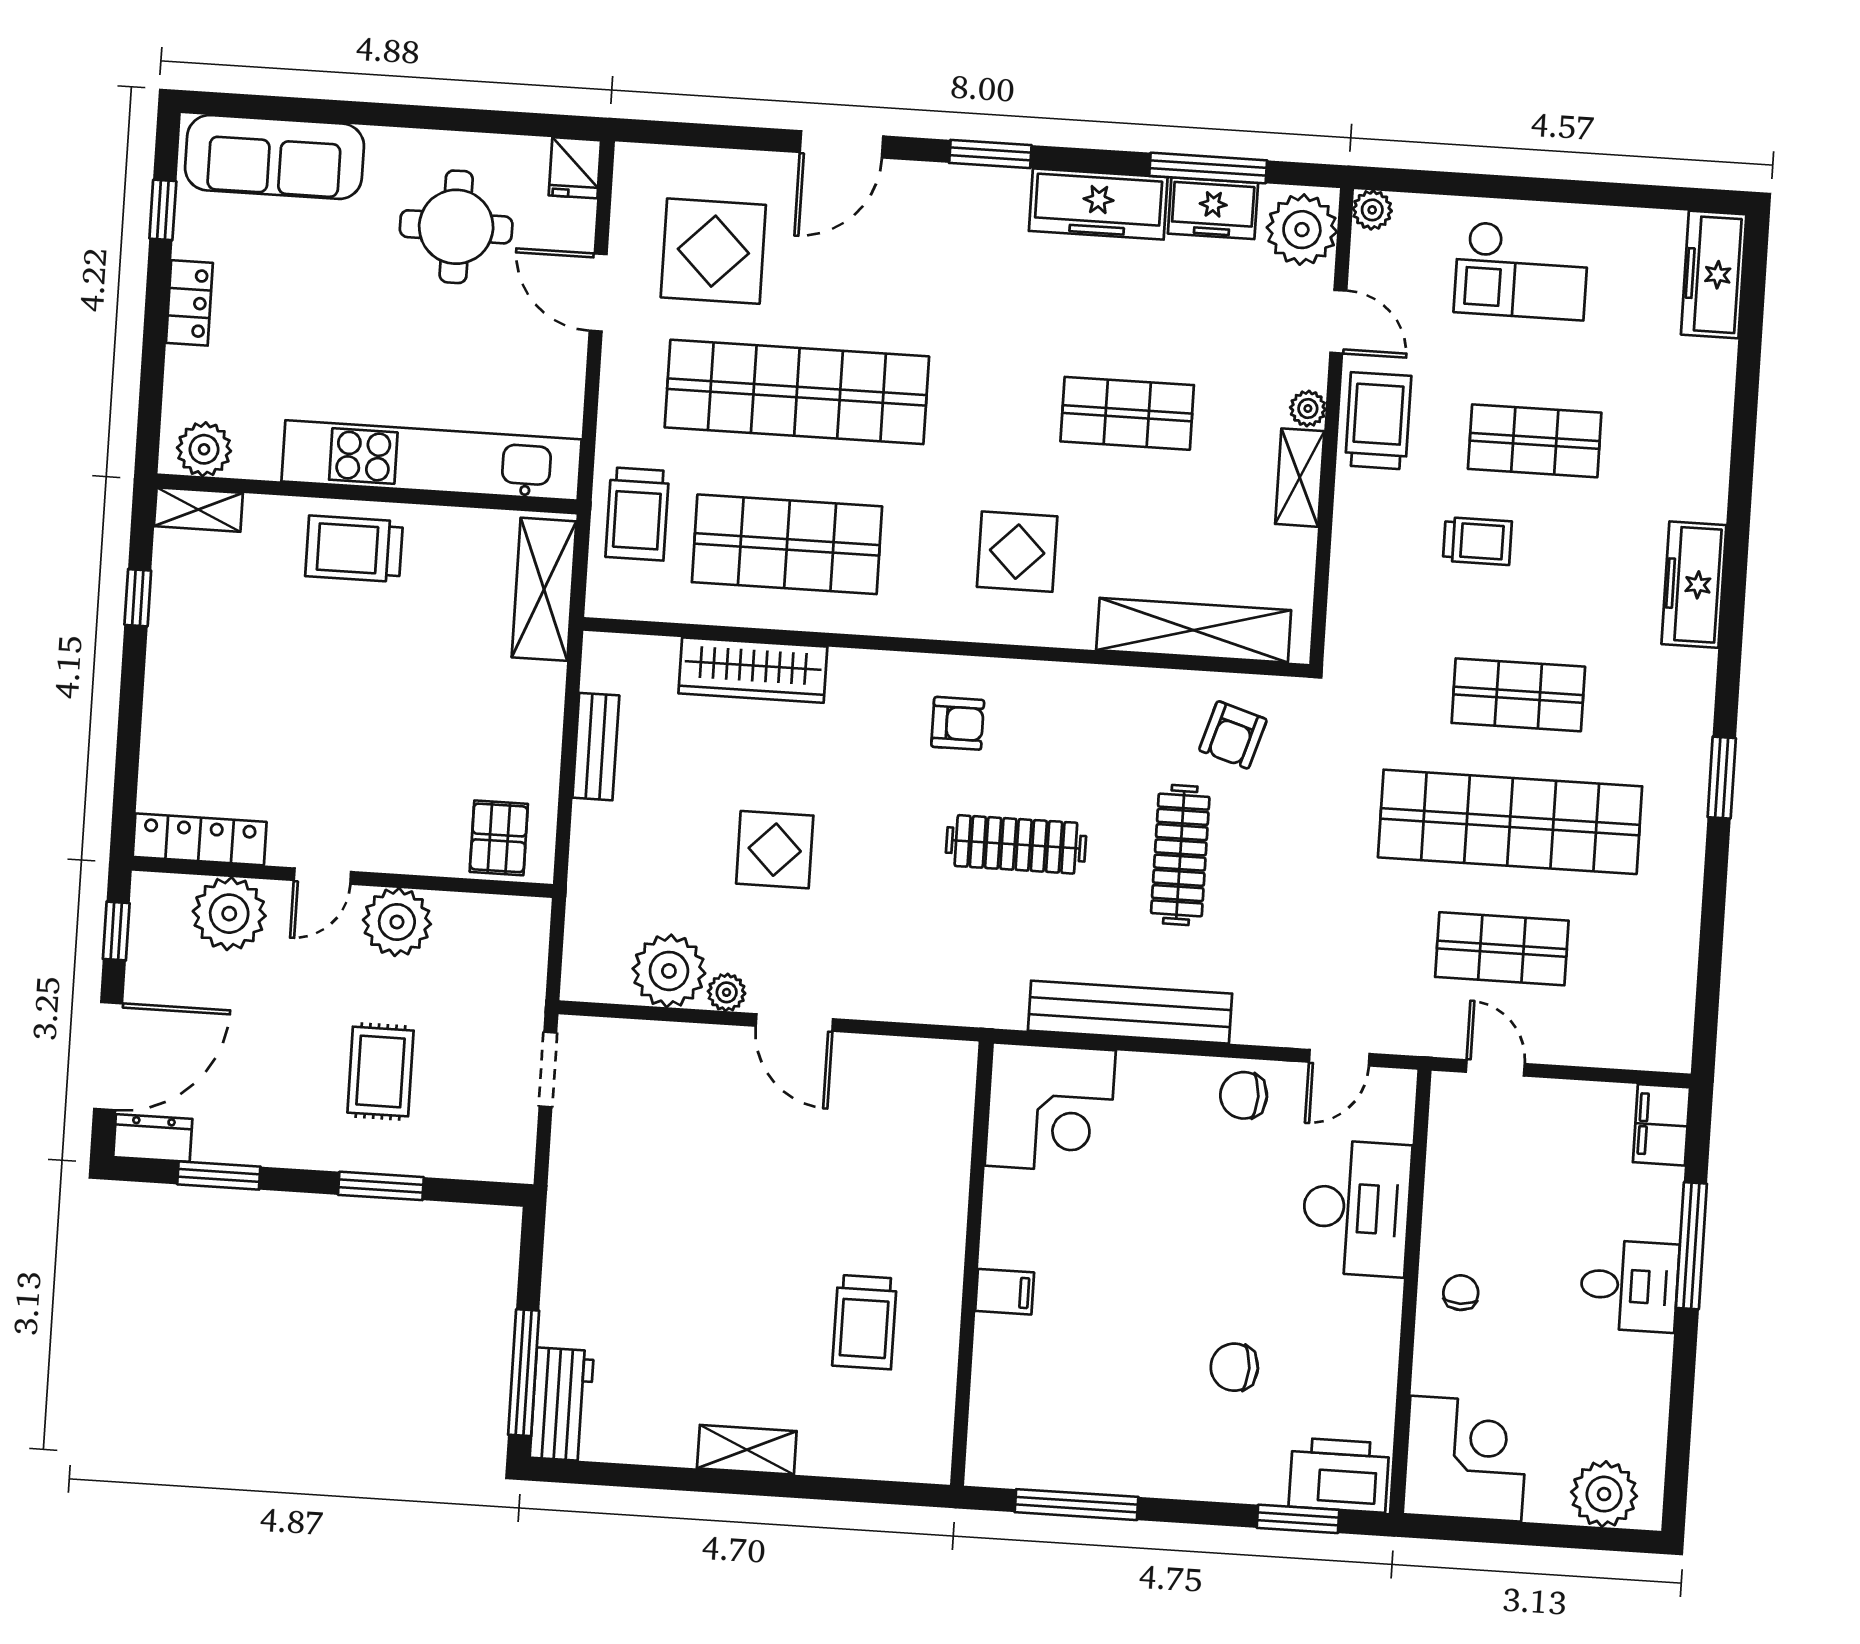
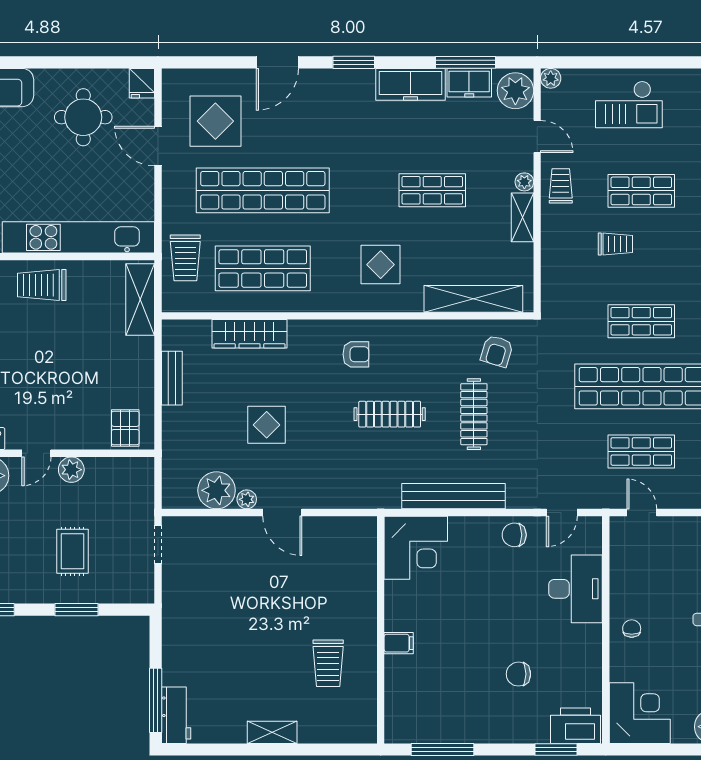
trolley: (1378, 421) -> (561, 186), width x0.73, depth x0.72
plant: (397, 922) -> (71, 470), width x0.73, depth x0.73

